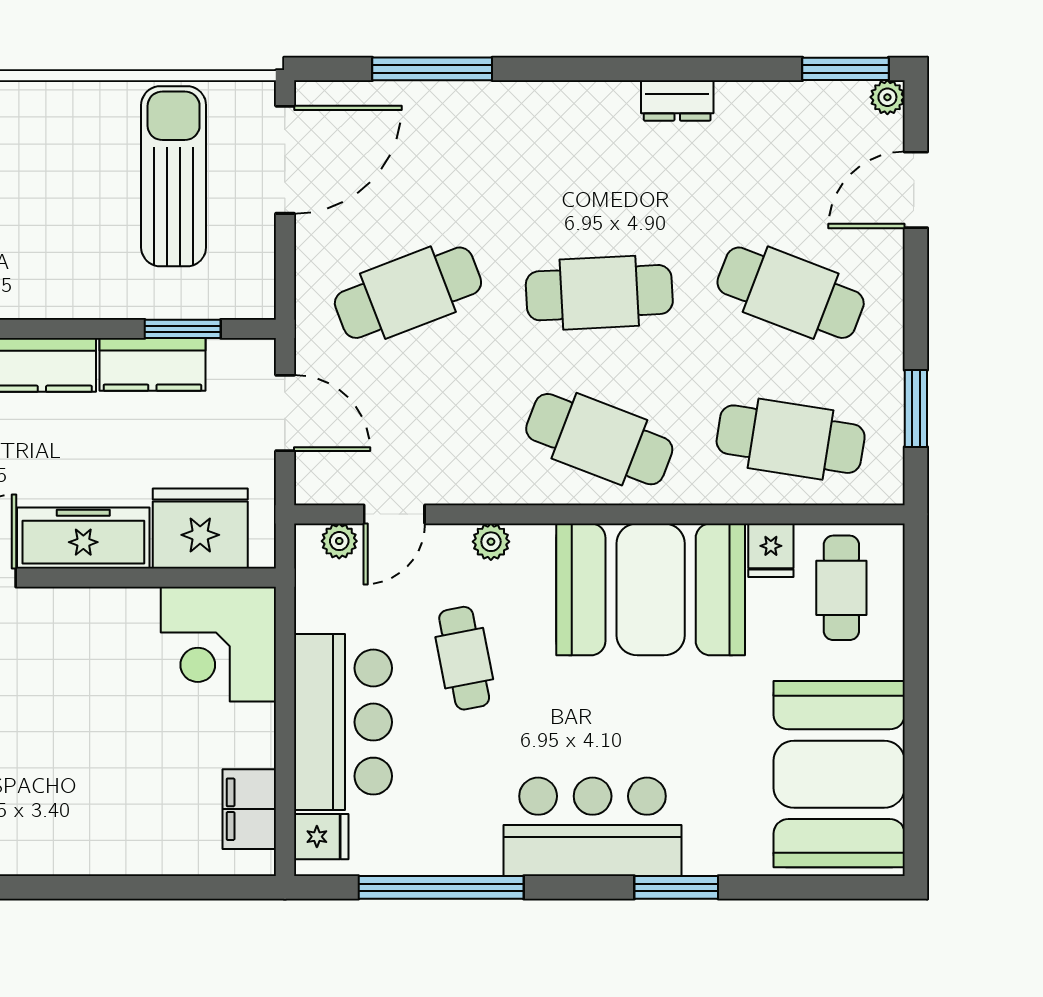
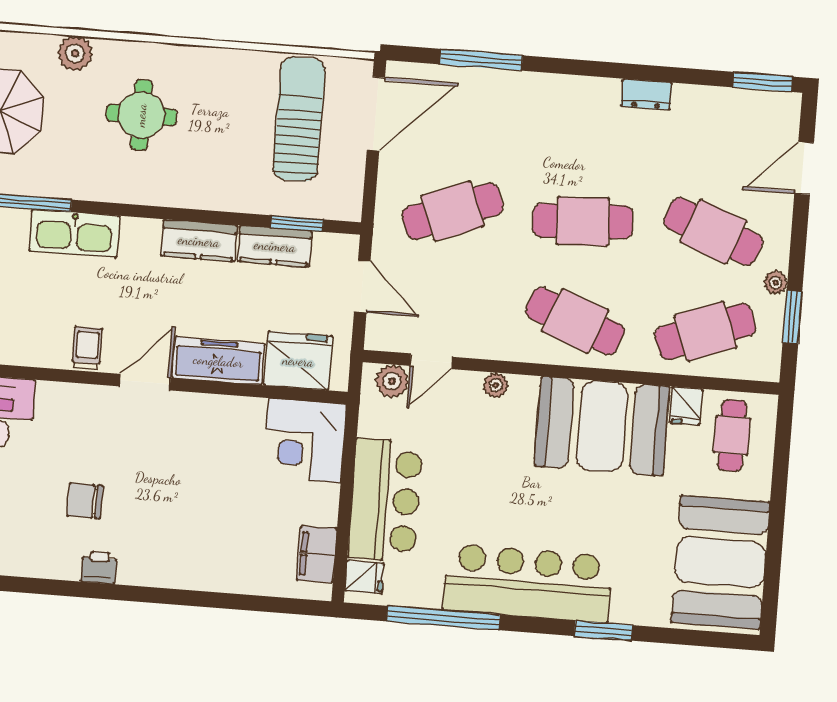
plant: (887, 97) -> (776, 282), moved
cafe table: (791, 439) -> (705, 331), turned -30
plant: (339, 541) -> (392, 381), width x1.38, depth x1.38
cafe table: (464, 658) -> (471, 463), removed
bar counter: (593, 827) -> (528, 583), width x1.36

